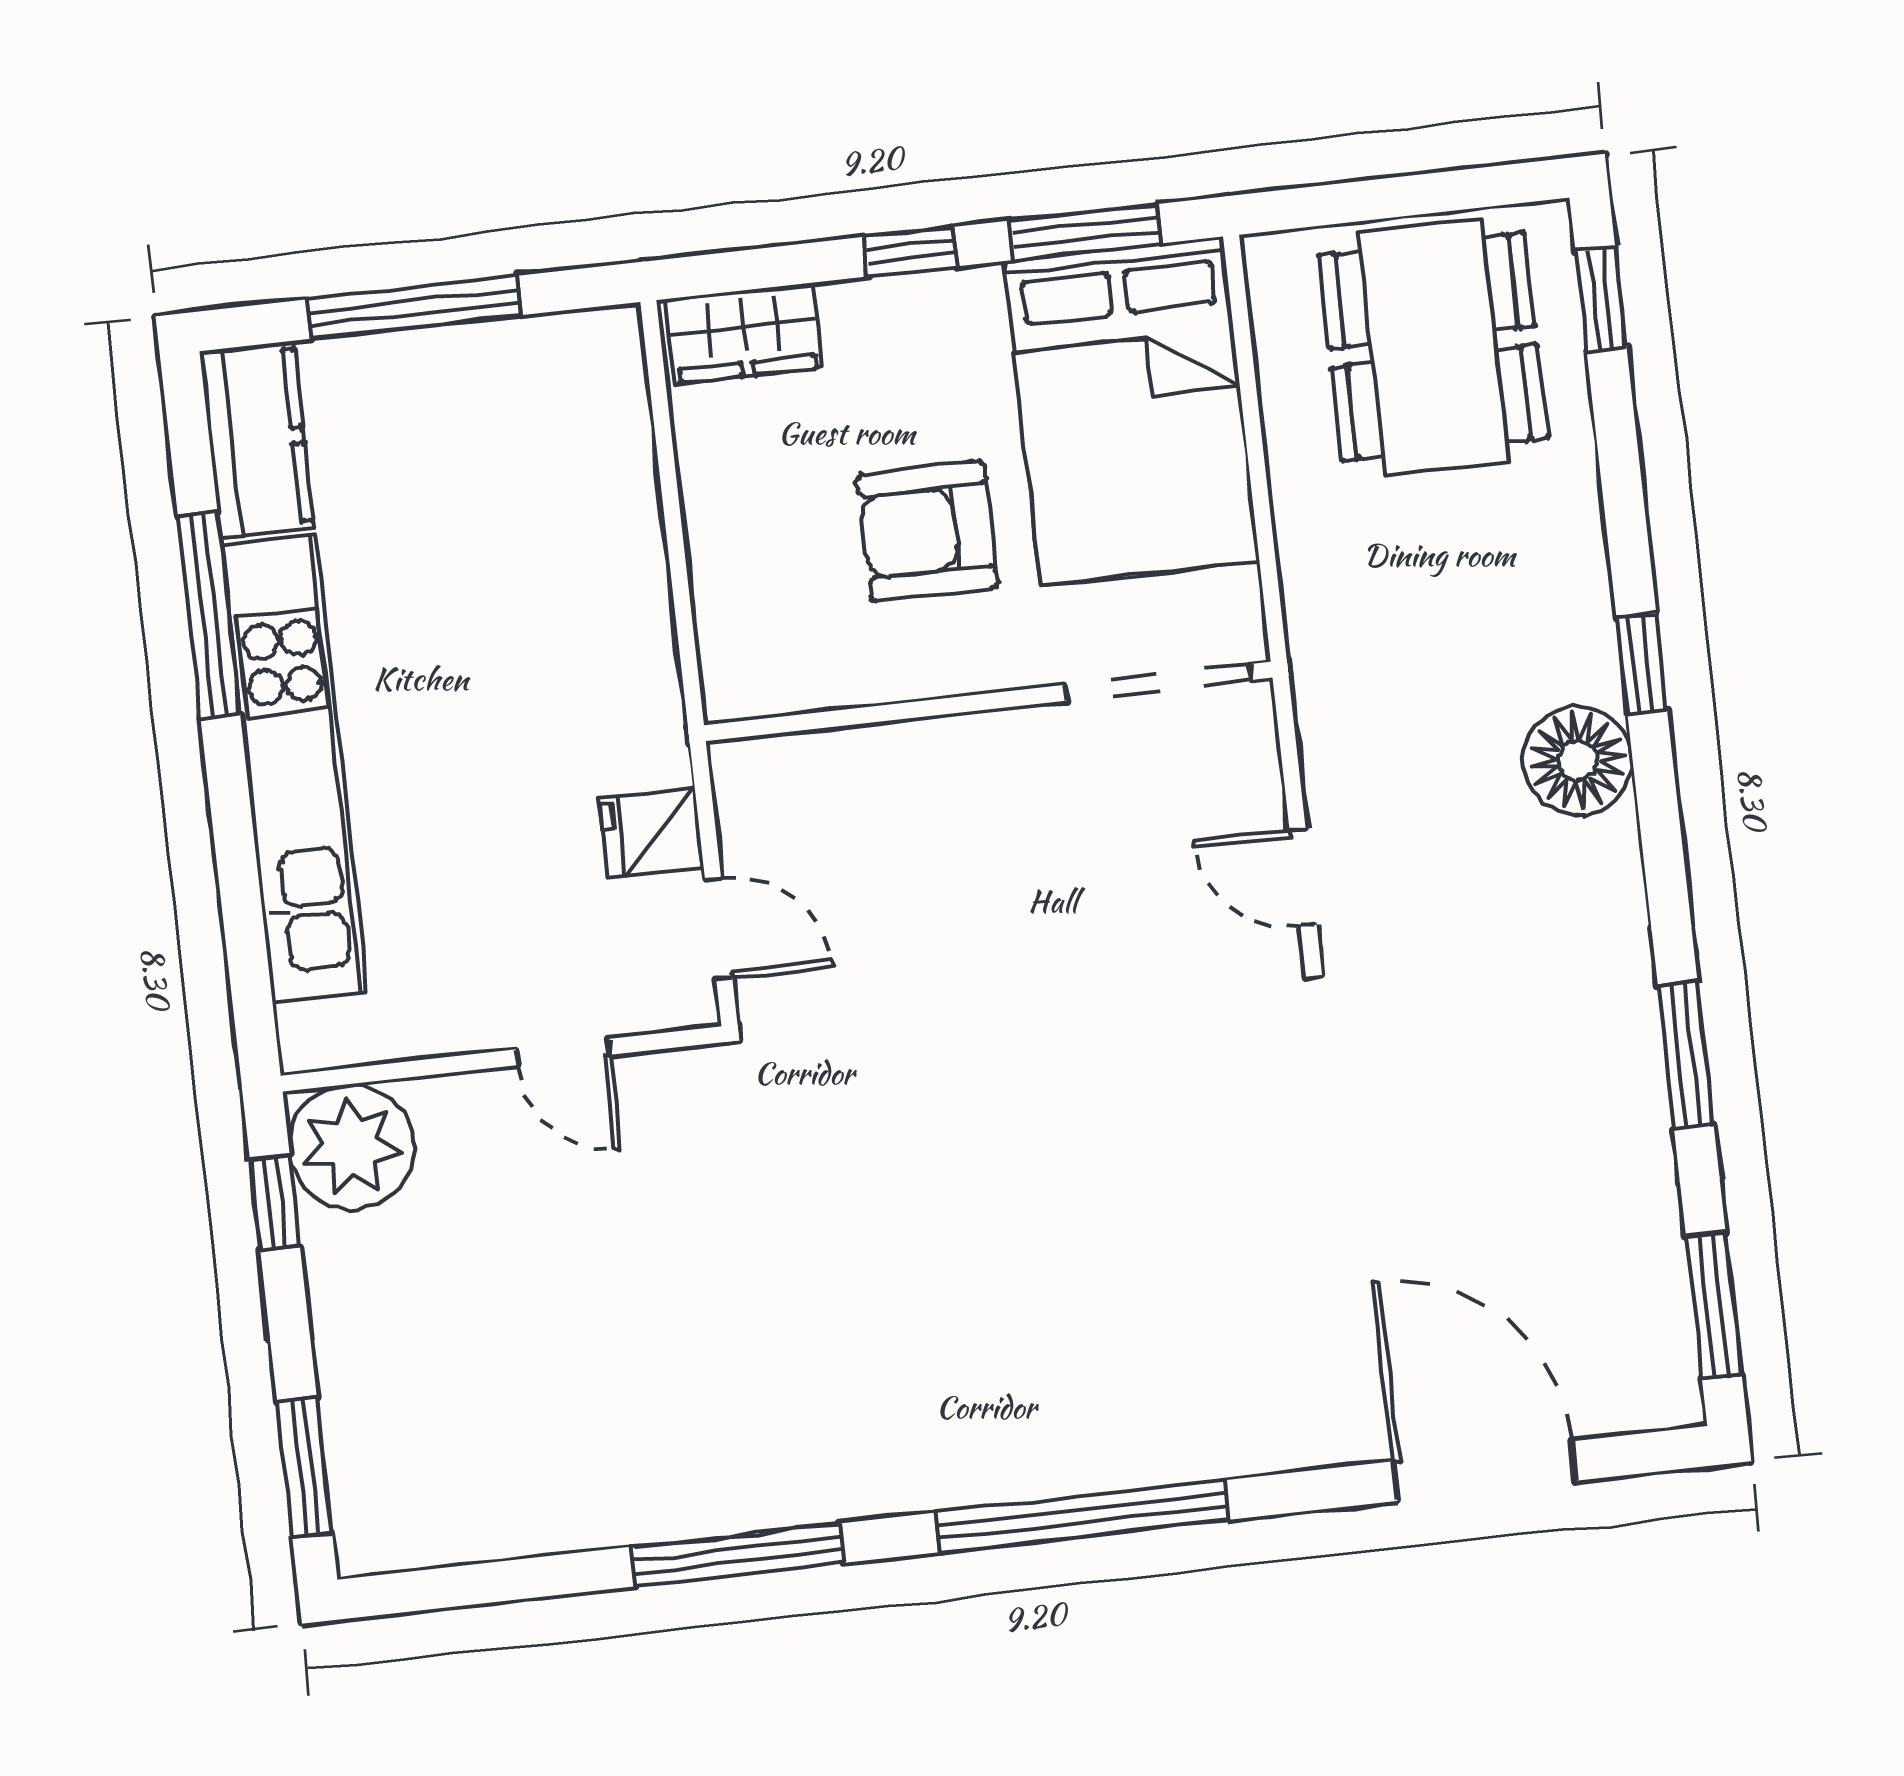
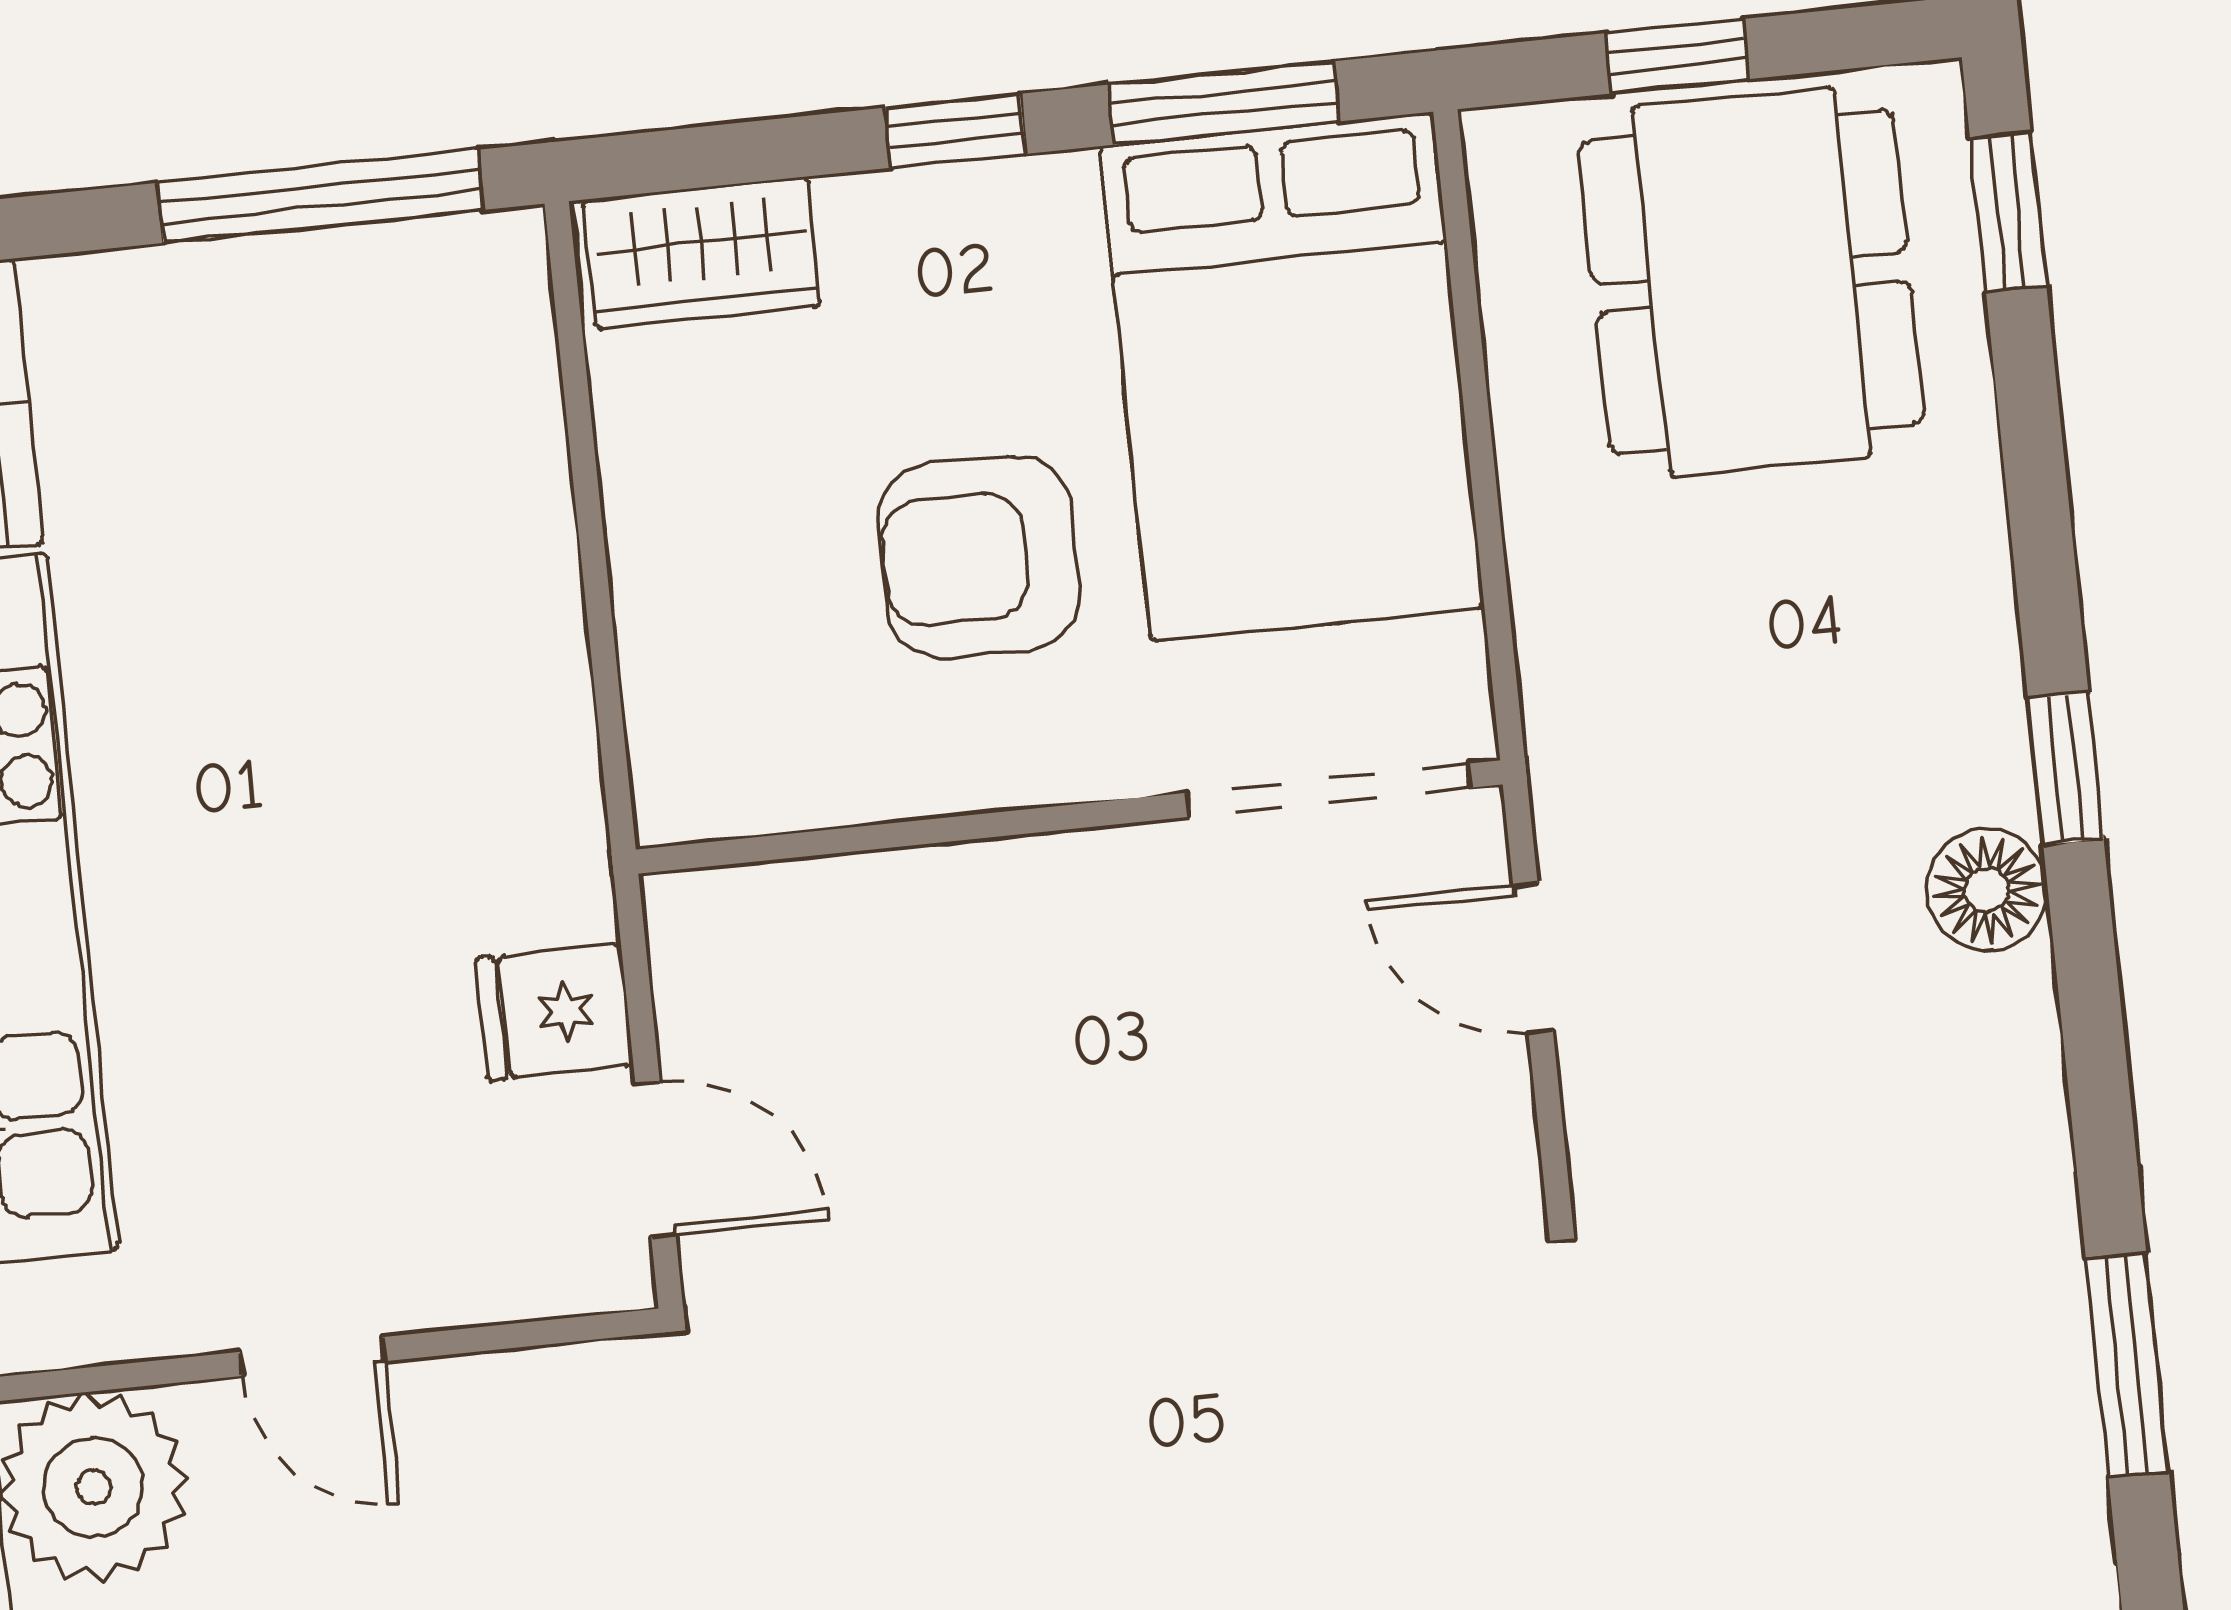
window: (1383, 199) -> (1677, 56), added
window: (414, 307) -> (320, 196), moved
floor lamp: (1578, 761) -> (1987, 890), width x0.73, depth x0.73
door: (1303, 877) -> (1533, 958), moved
door: (563, 1052) -> (313, 1356), moved

